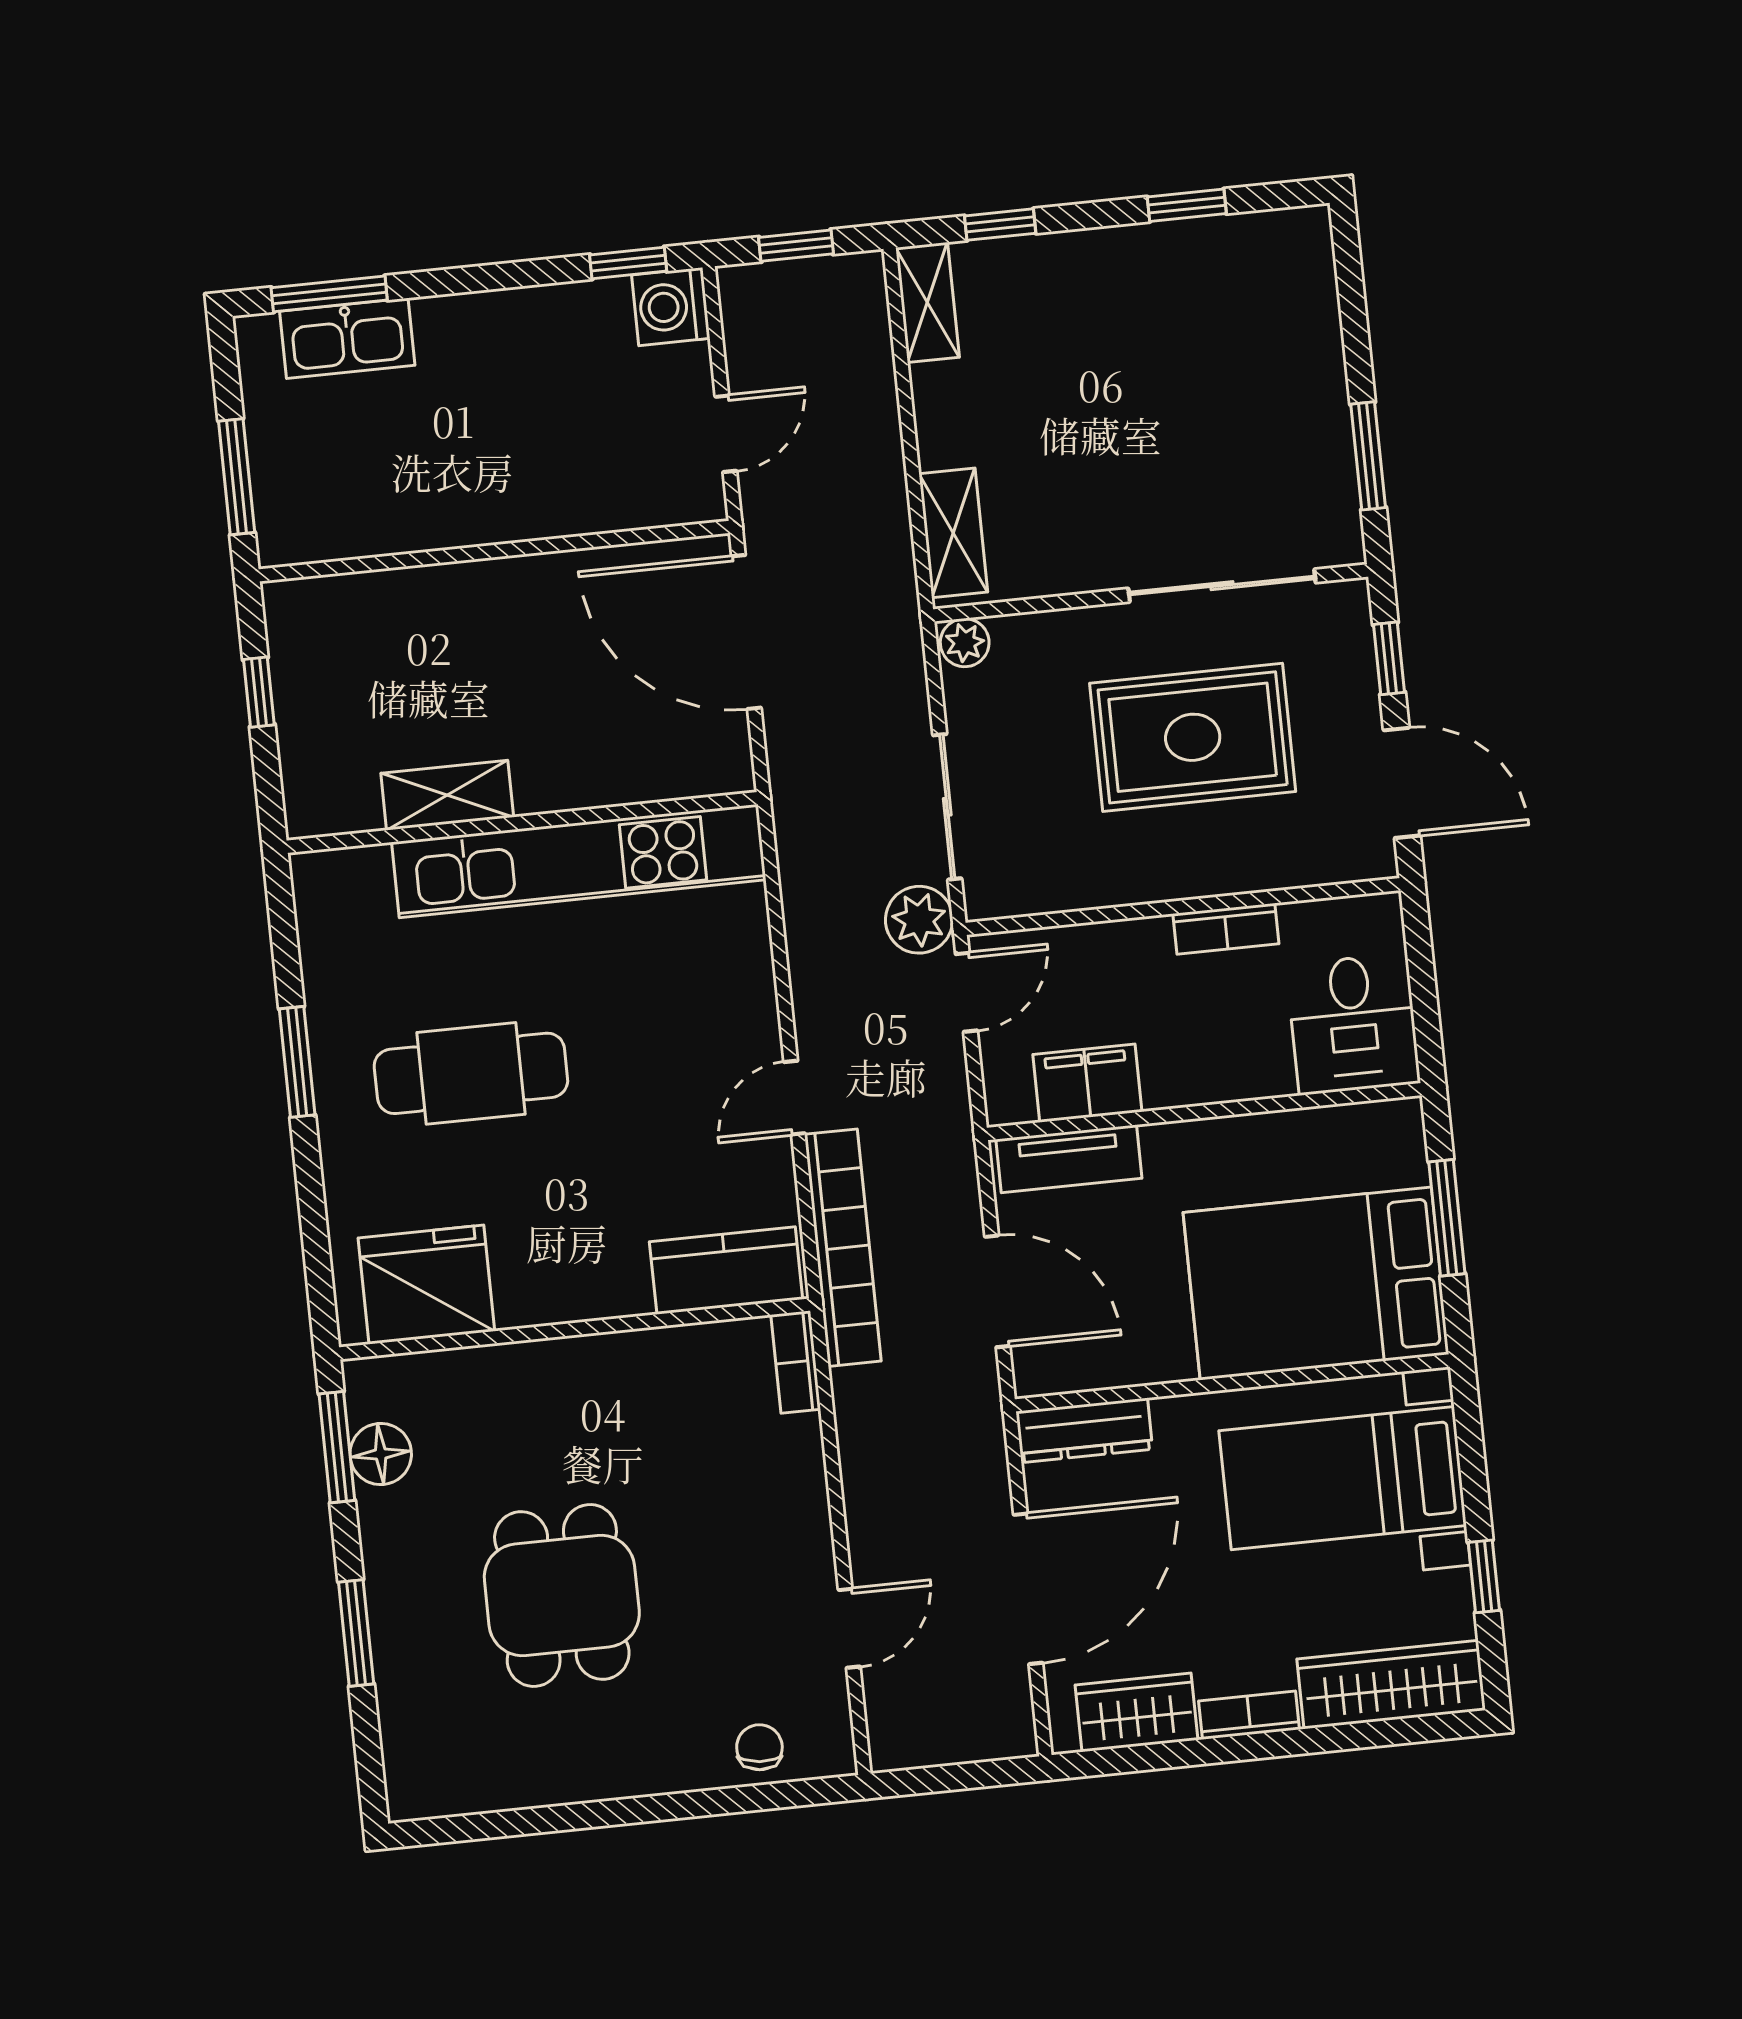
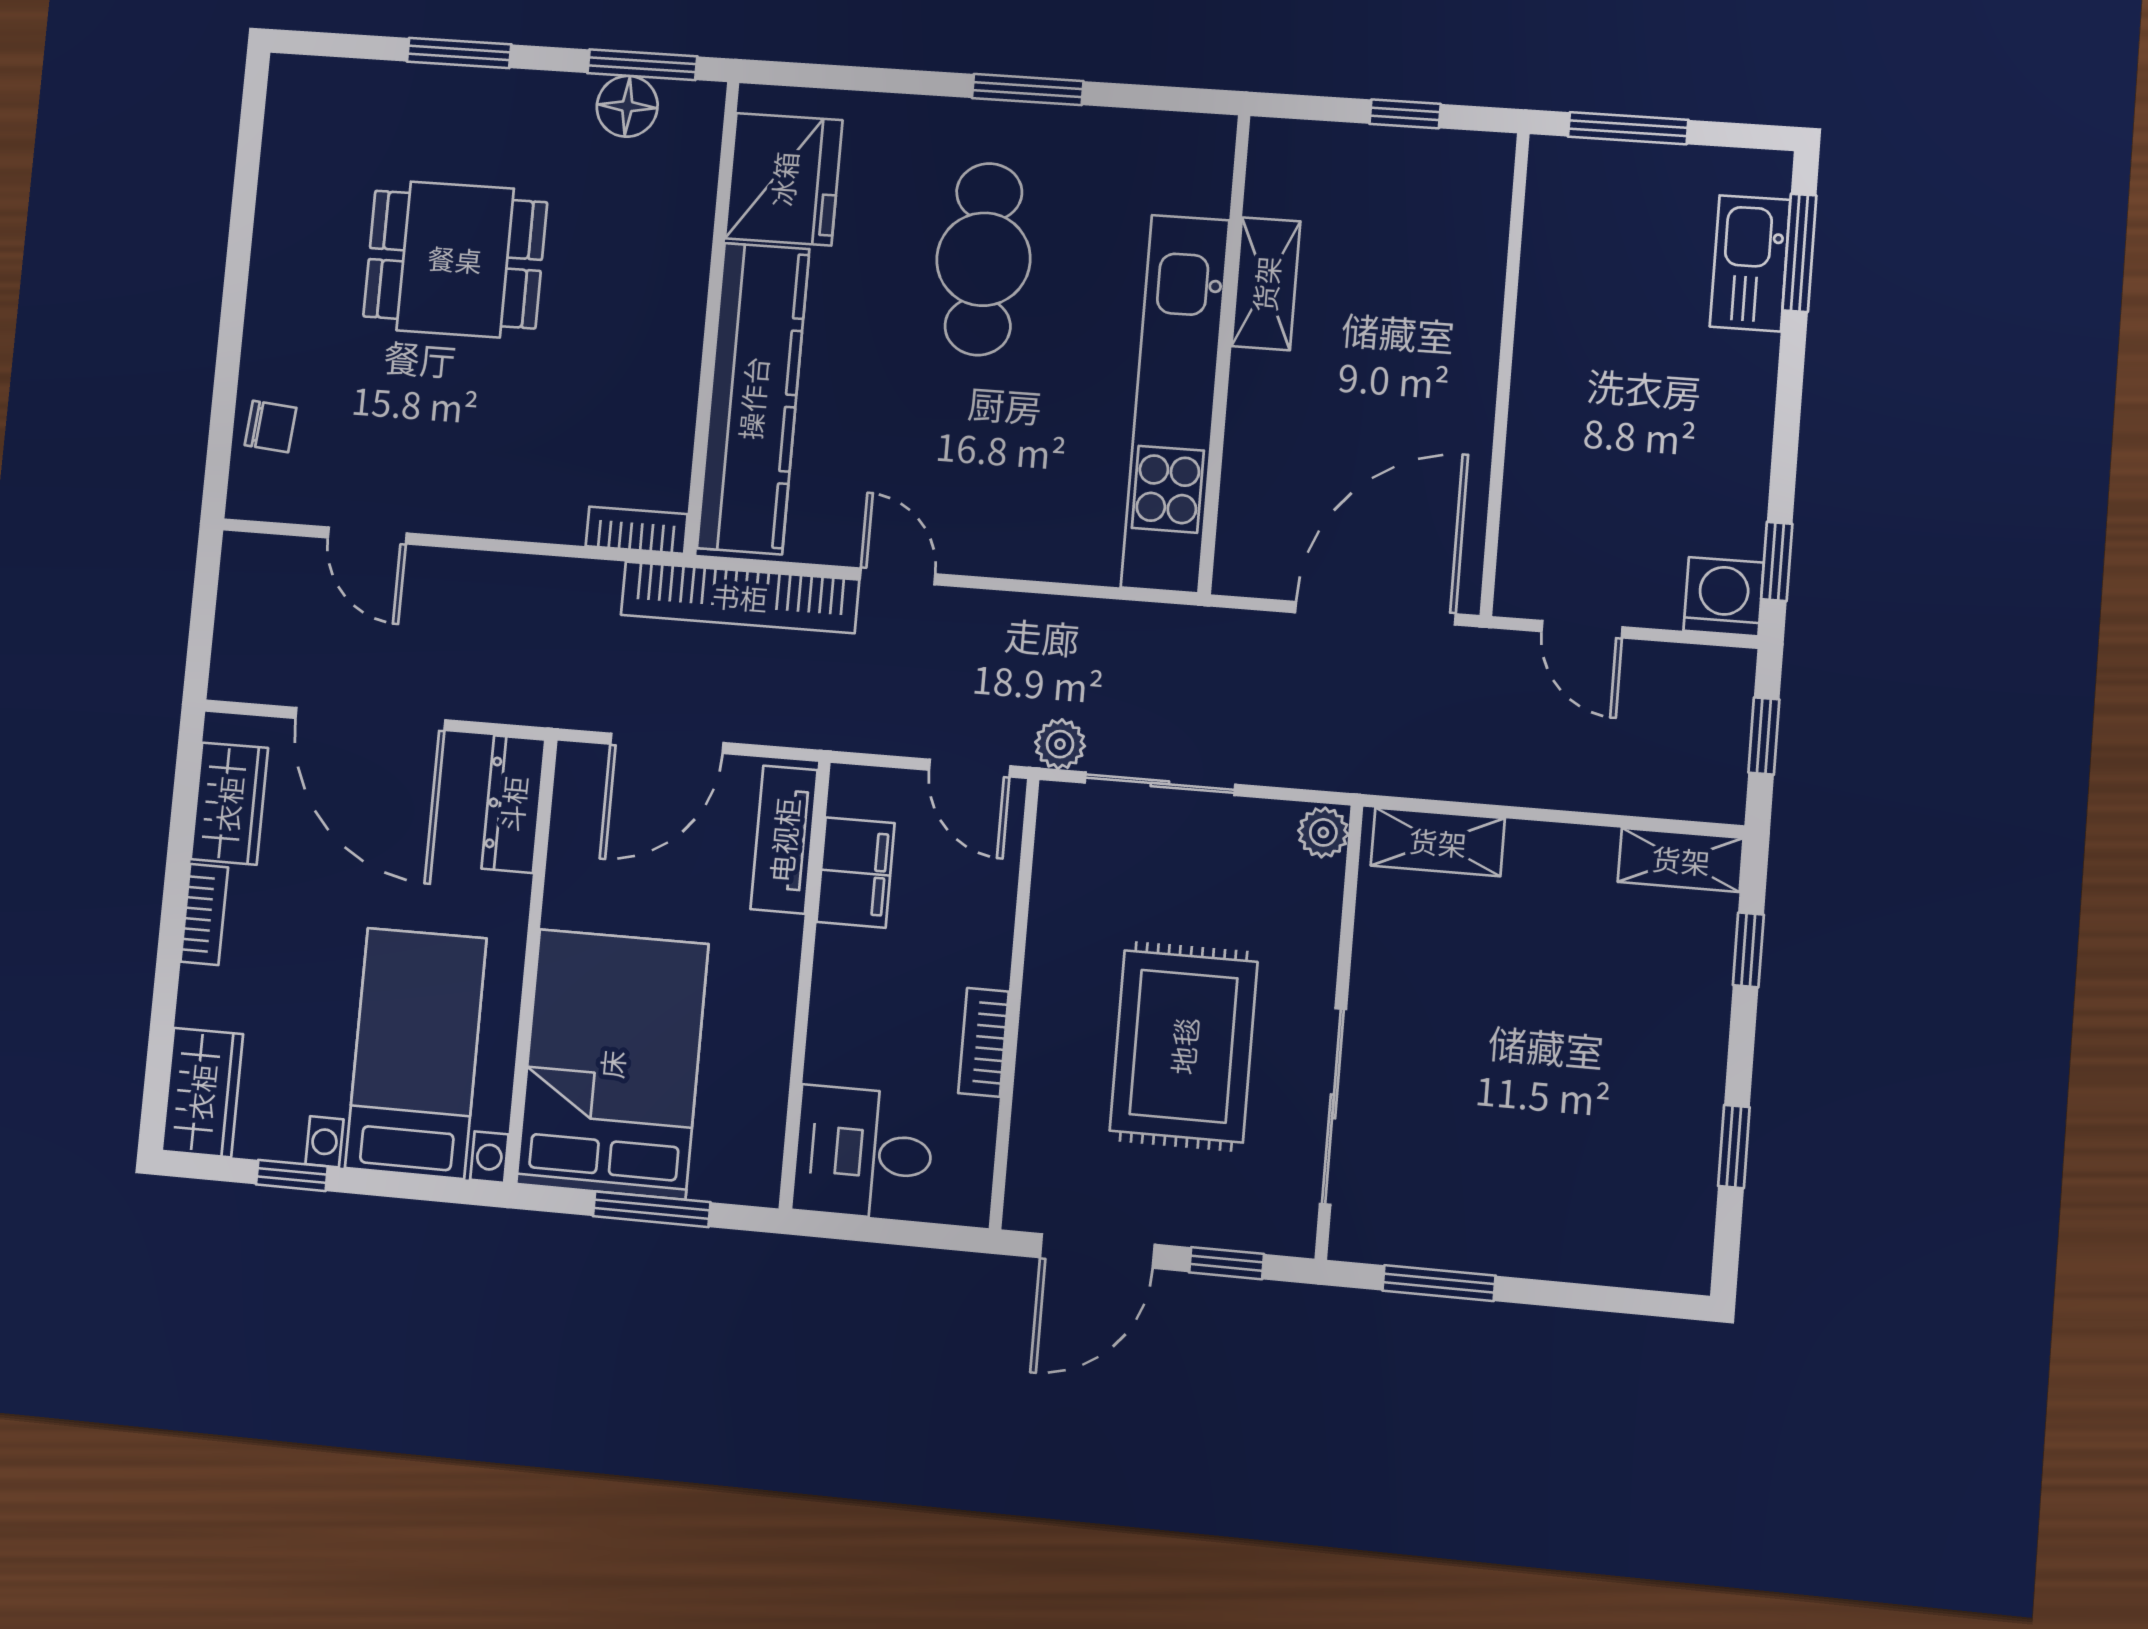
plant: (919, 920) -> (1060, 744), width x0.73, depth x0.73
kitchen counter: (726, 1270) -> (753, 398), width x2.08, depth x1.17
wardrobe: (1391, 1685) -> (202, 1092), width x0.67

